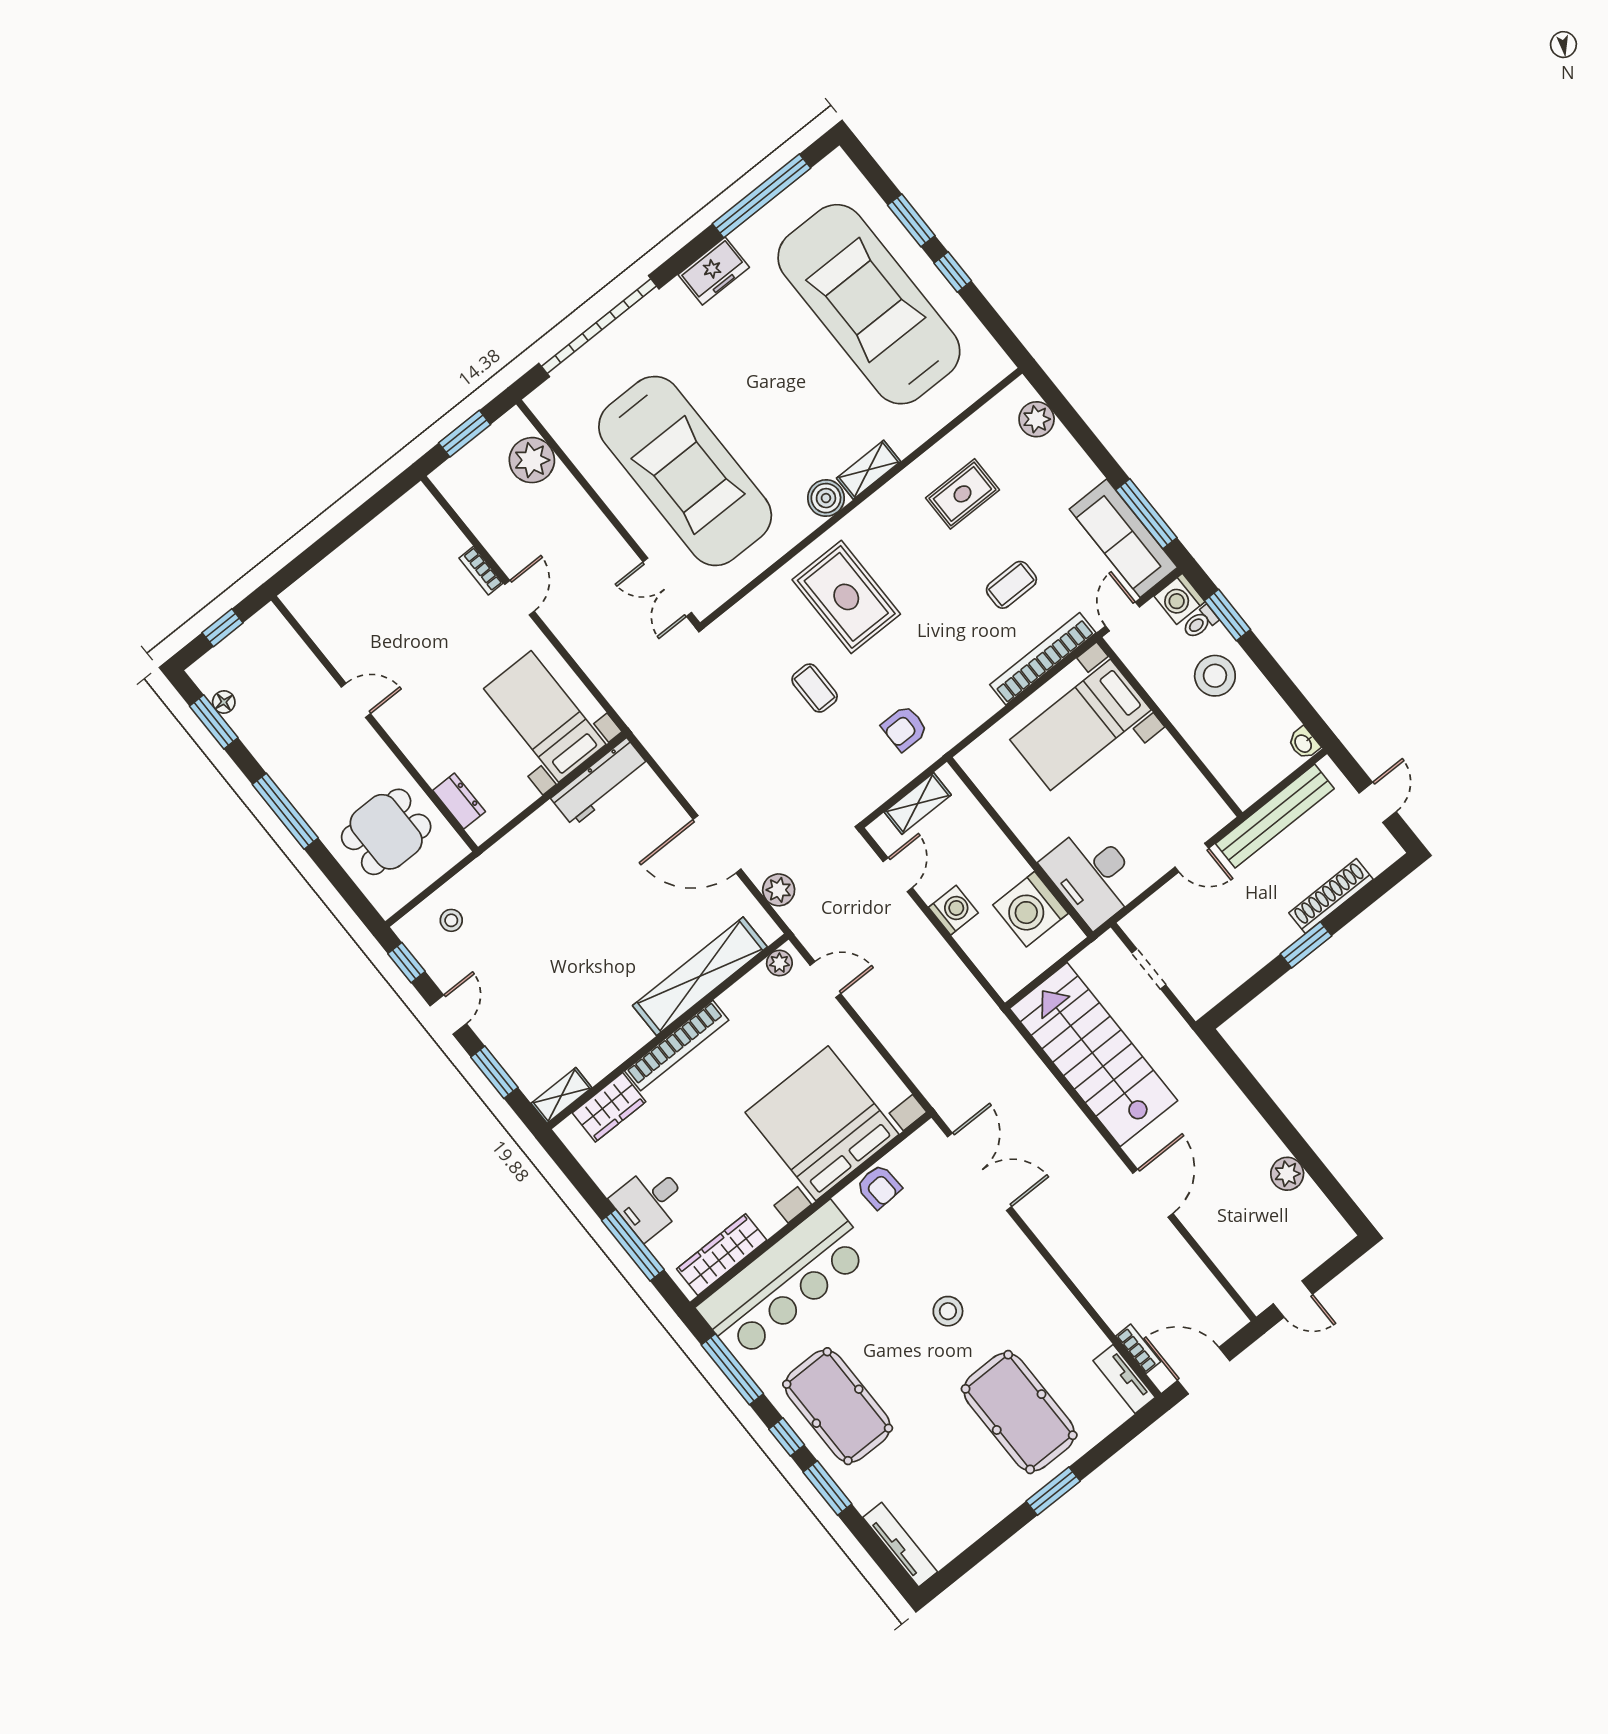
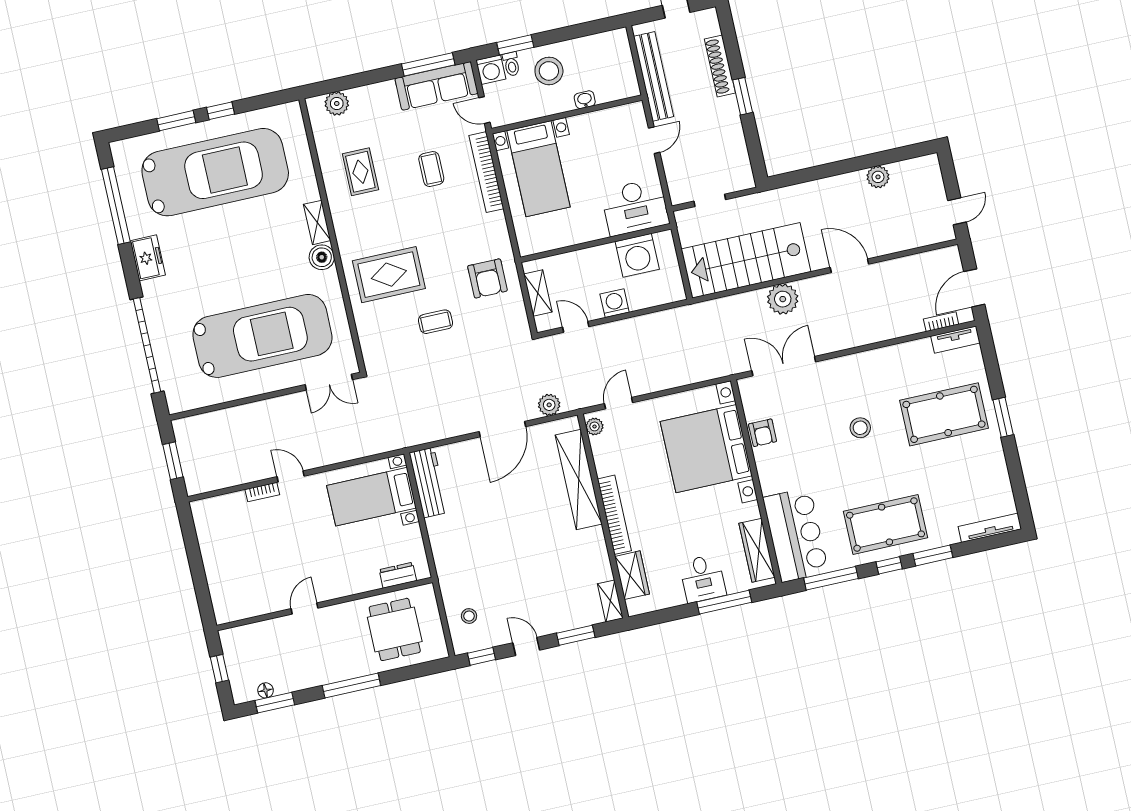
car: (869, 304) -> (215, 172), turned 180
plant: (532, 460) -> (783, 299), moved
armchair: (904, 728) -> (487, 278), width x1.38, depth x1.38
washbasin: (1304, 743) -> (585, 100), moved, turned 180
armchair: (879, 1187) -> (763, 433), turned 93
bar counter: (785, 1281) -> (796, 535), width x0.73

